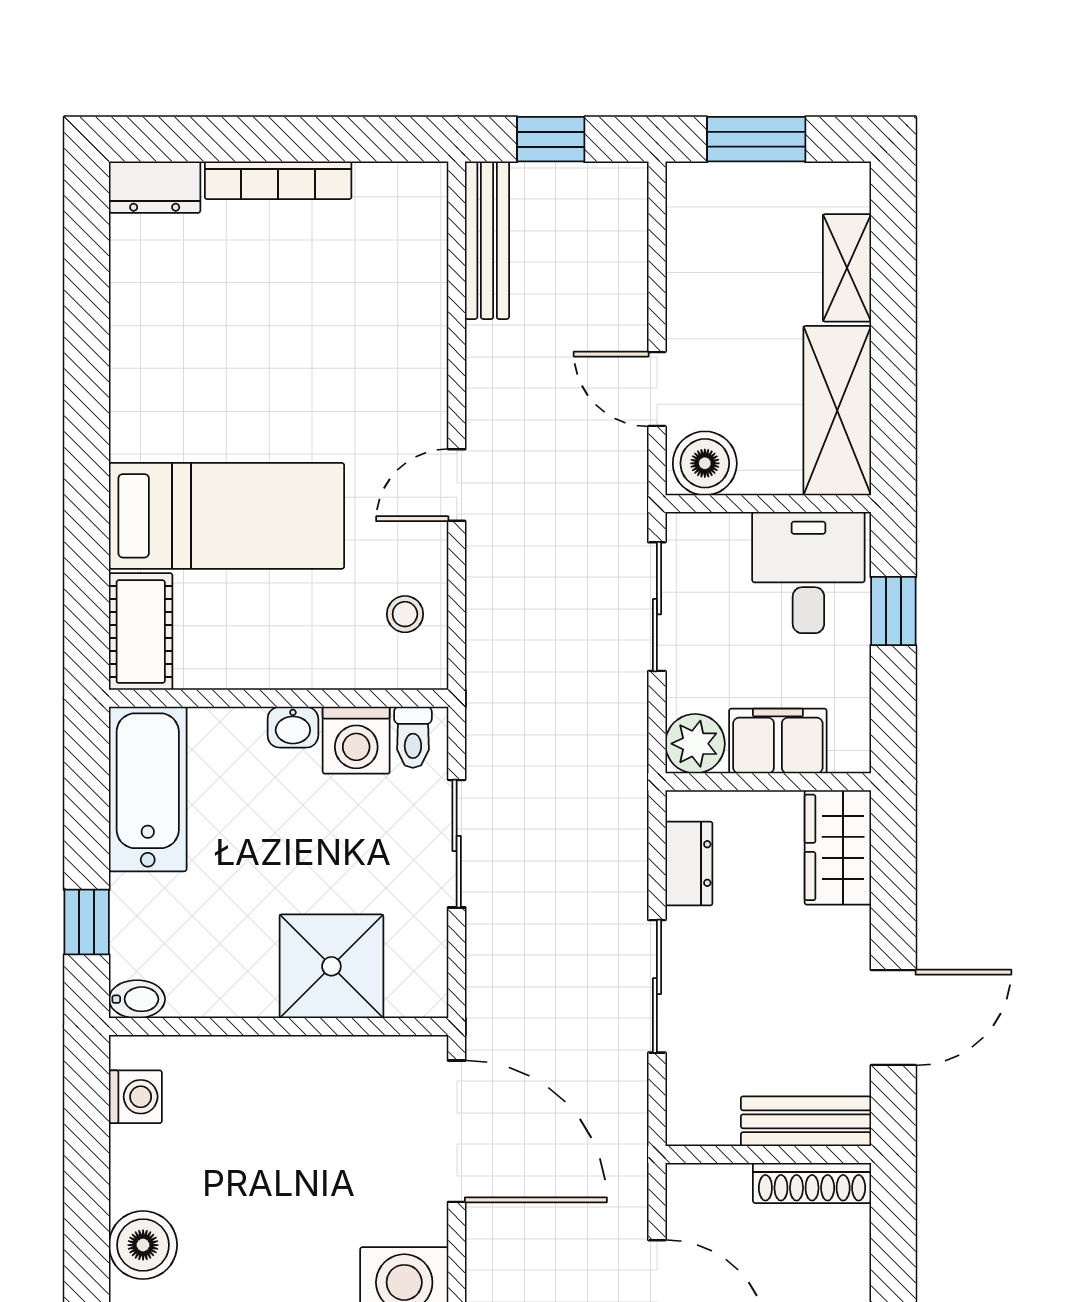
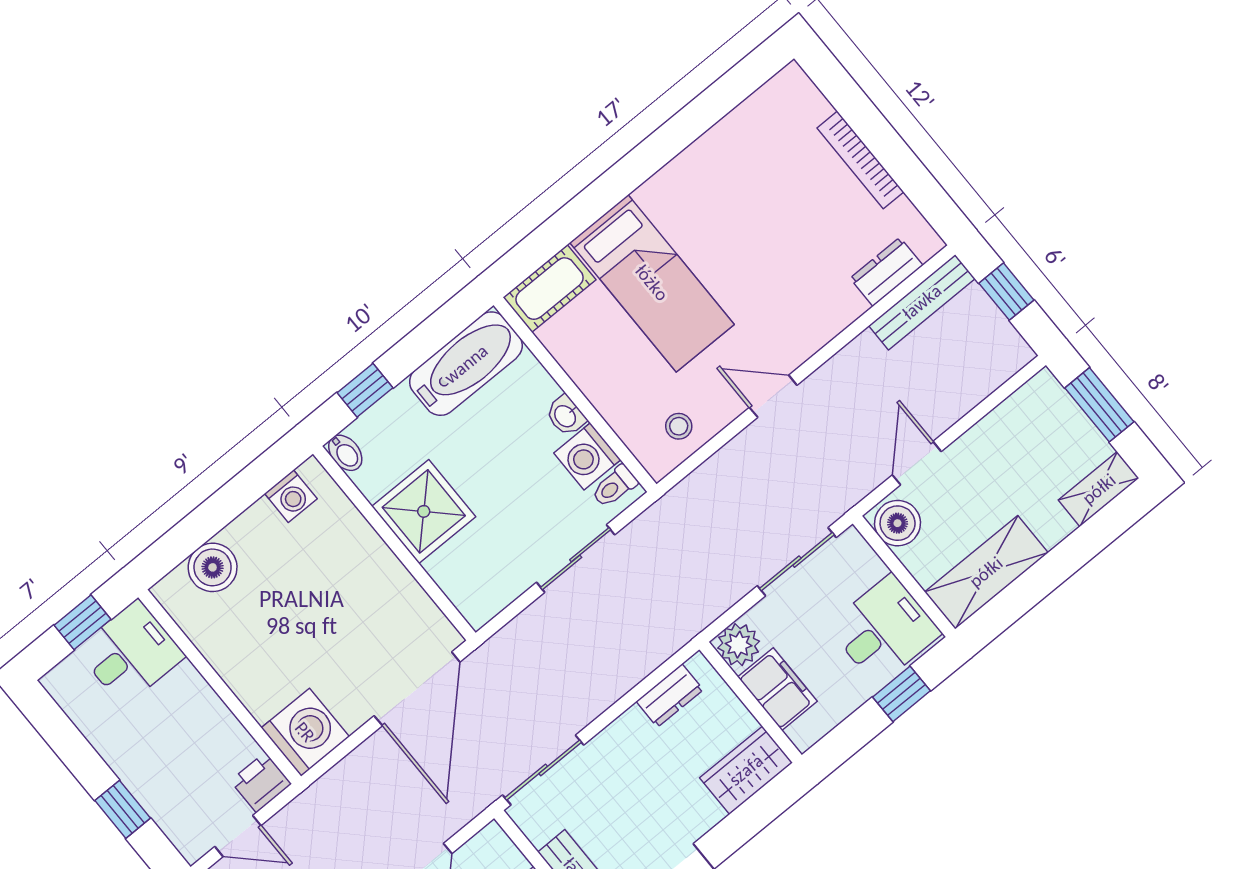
dresser: (155, 187) -> (886, 272), moved, turned 90
shelving: (847, 268) -> (1099, 489), moved
shower: (331, 966) -> (424, 511), moved
sliding door: (657, 986) -> (543, 770), moved

